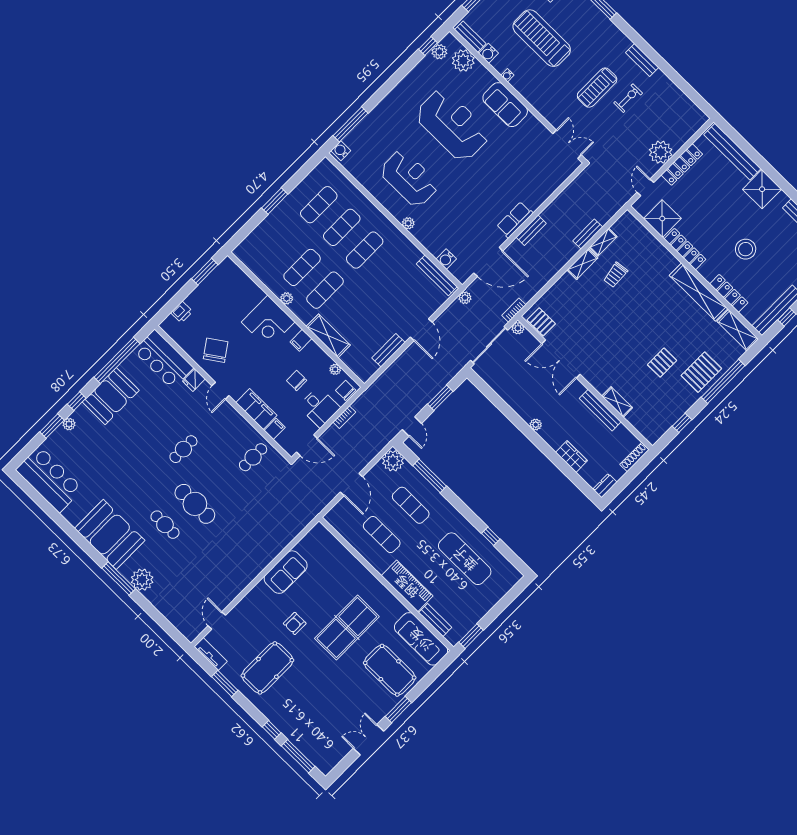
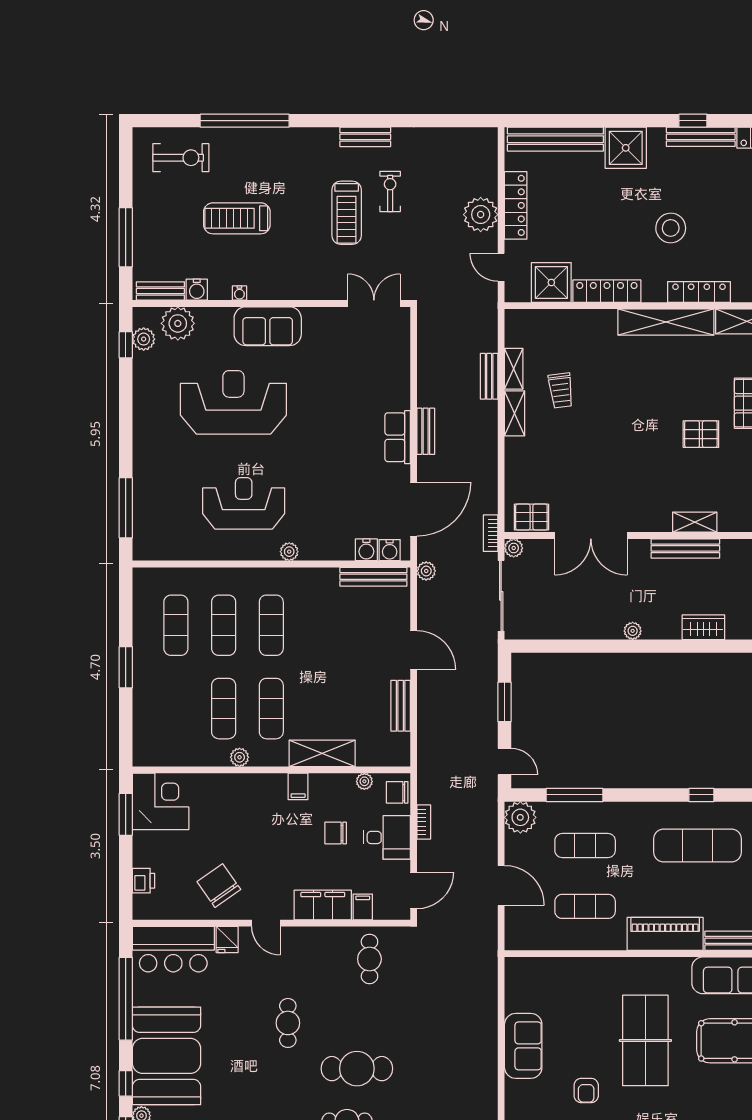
treadmill: (542, 38) -> (237, 218), width x0.73, depth x0.73
water cooler: (341, 151) -> (390, 550), moved, turned -90
corner desk: (268, 322) -> (161, 801), moved, turned -90
pallet: (662, 363) -> (701, 434), turned 90
booth: (111, 396) -> (166, 1056), width x1.36, depth x1.42

